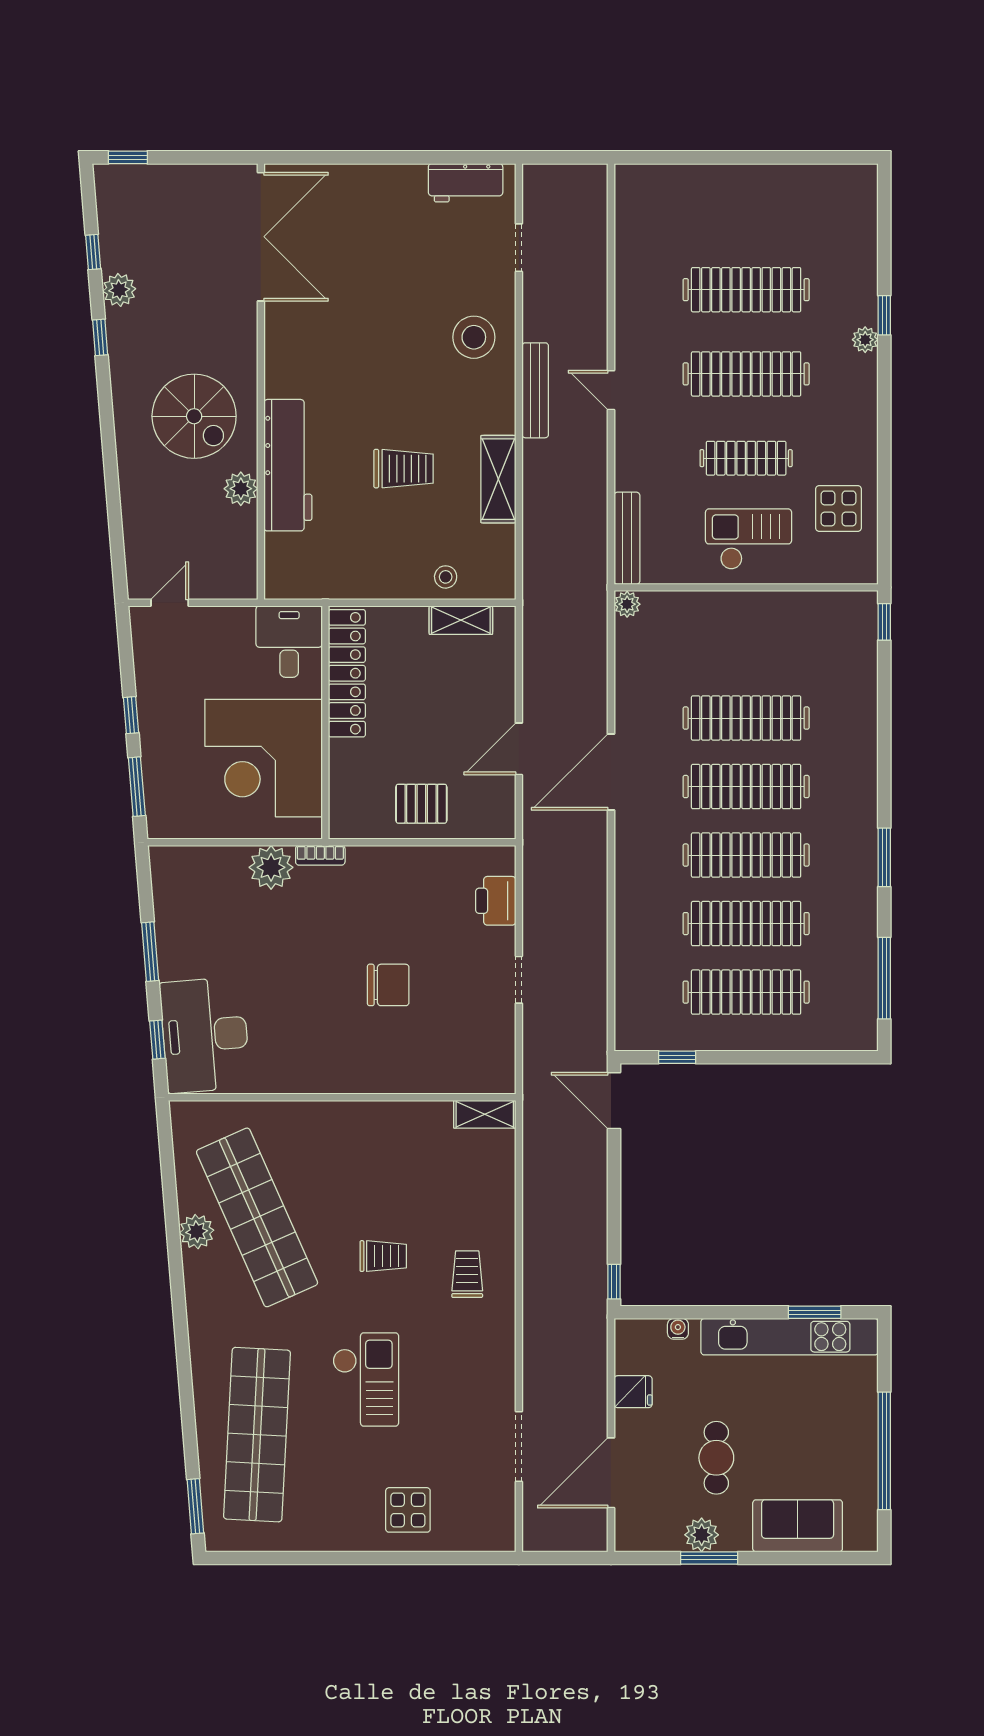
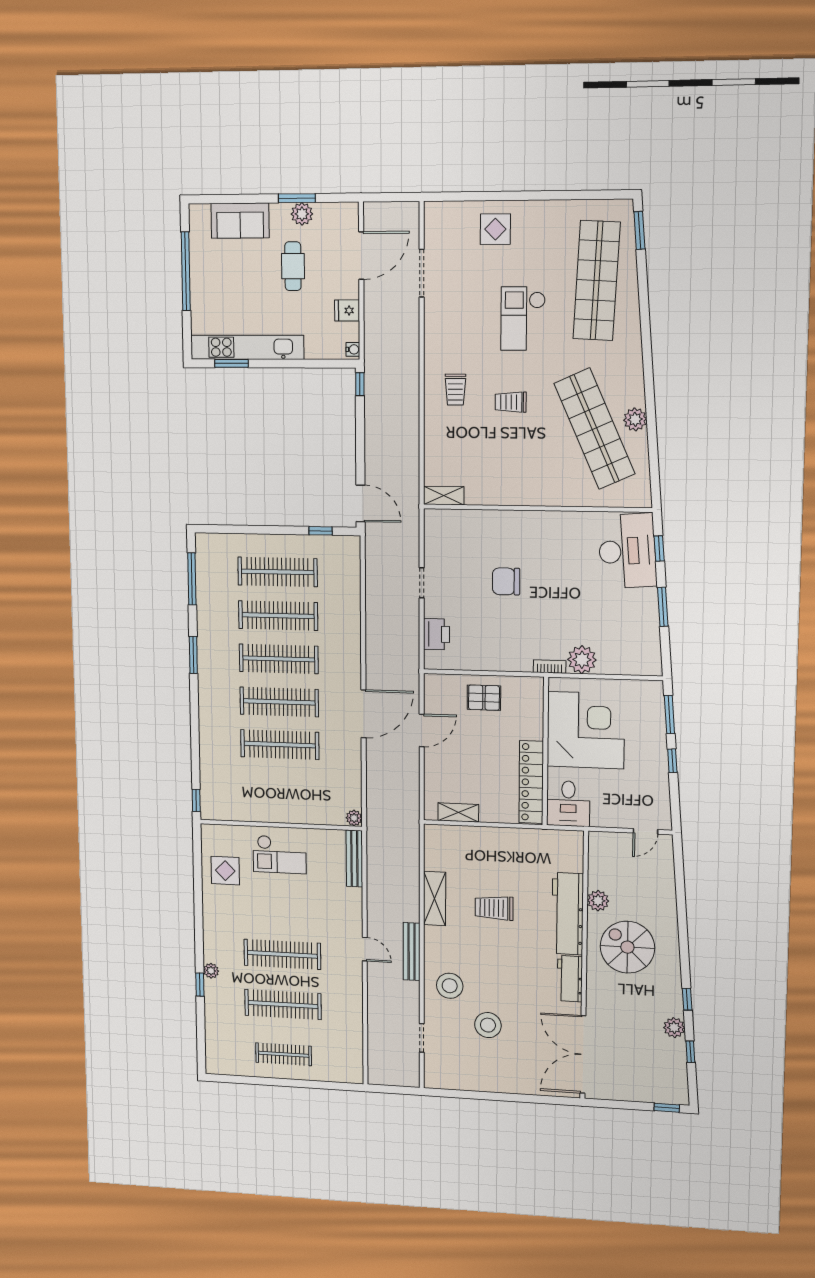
workbench: (466, 183) -> (570, 979), moved, turned -90
clothes rail: (746, 458) -> (284, 1054), moved
stool: (446, 577) -> (488, 1025), moved, width x1.89, depth x1.89
water cooler: (678, 1329) -> (353, 349), moved, turned -90

